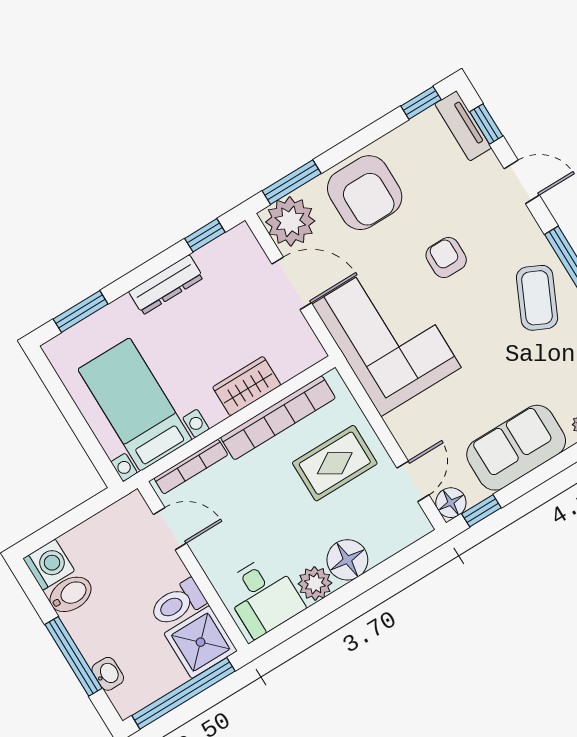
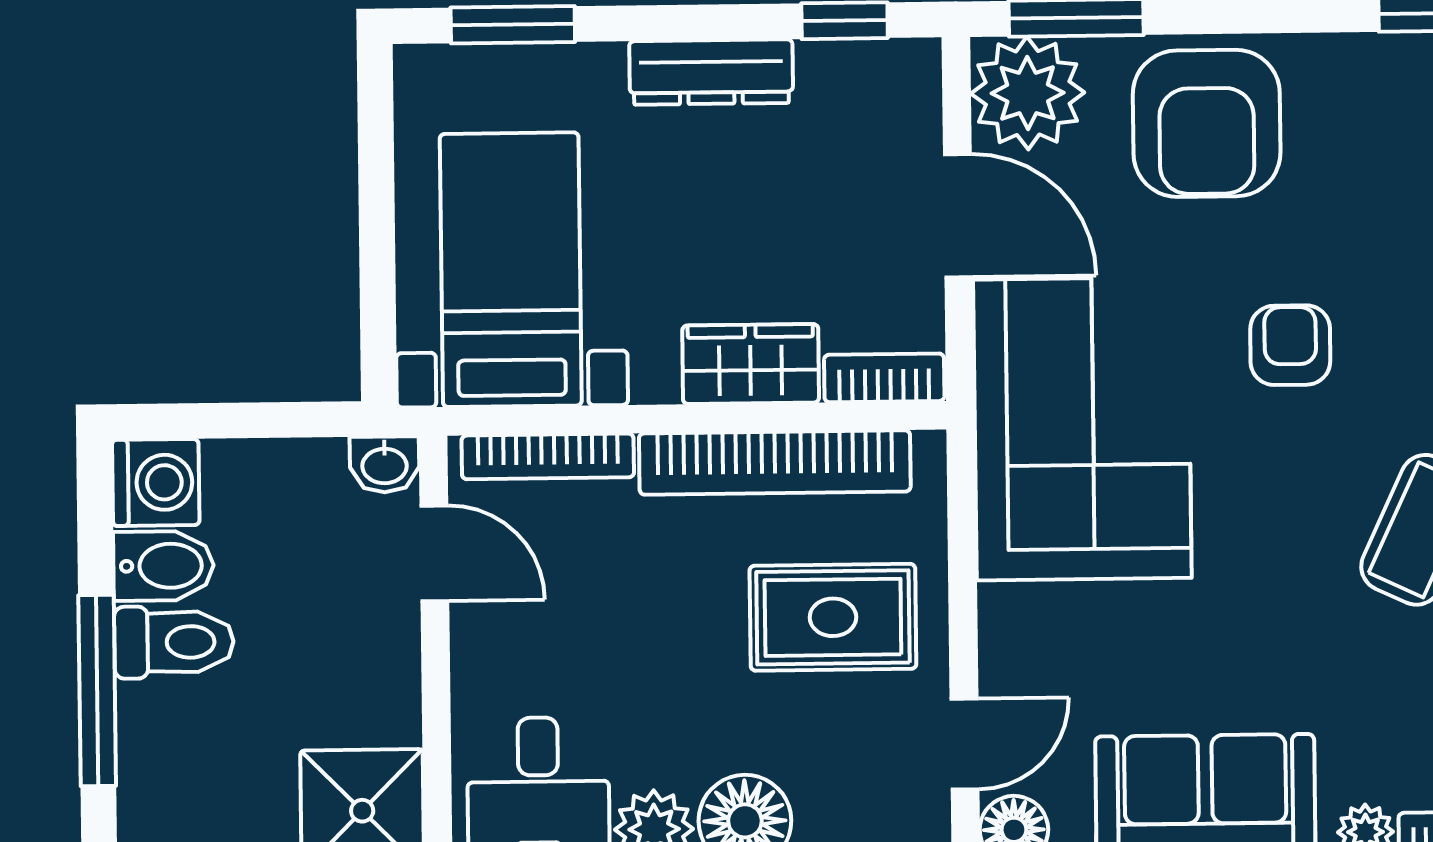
bookcase: (300, 361) -> (884, 378), added
toilet: (178, 603) -> (174, 642), moved, turned 180
washbasin: (108, 674) -> (385, 464), moved, turned 90

